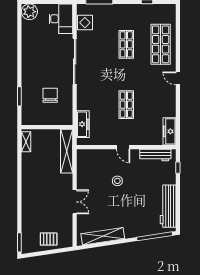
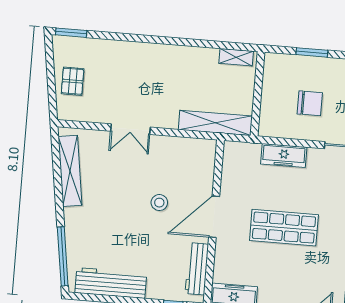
shop shelf: (126, 105) -> (284, 228), width x1.43, depth x1.36
freezer: (83, 124) -> (284, 156), moved
door: (123, 147) -> (214, 217), width x1.88

